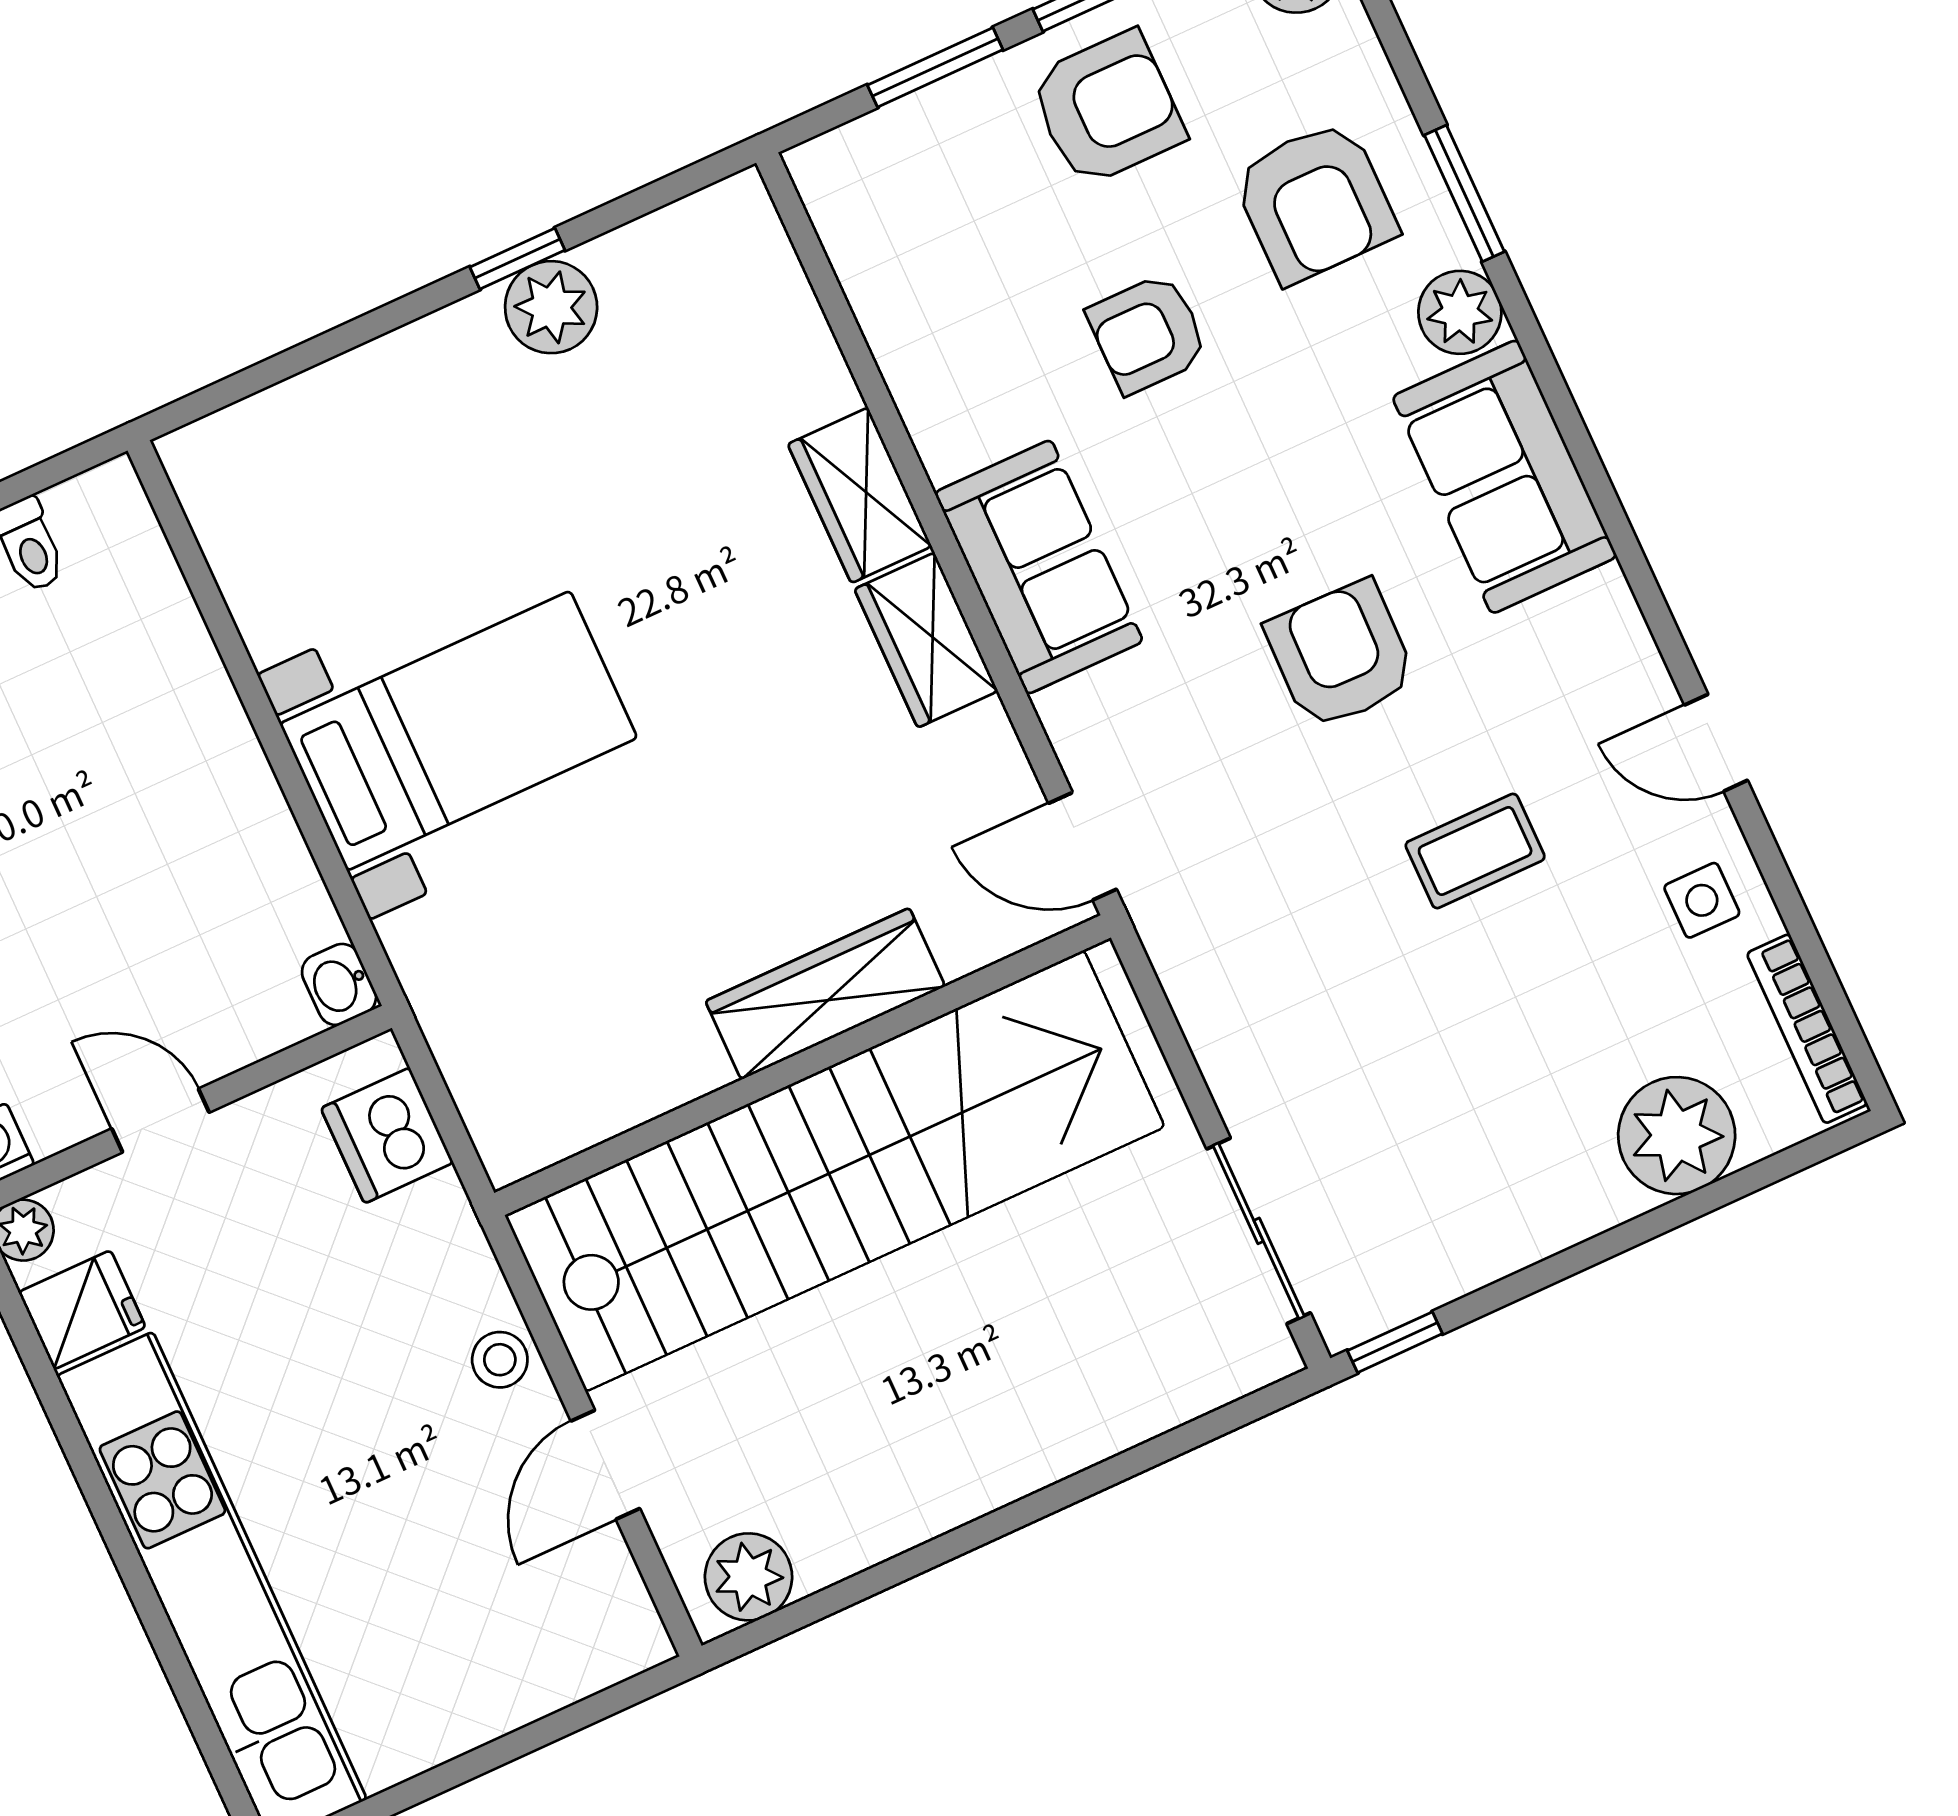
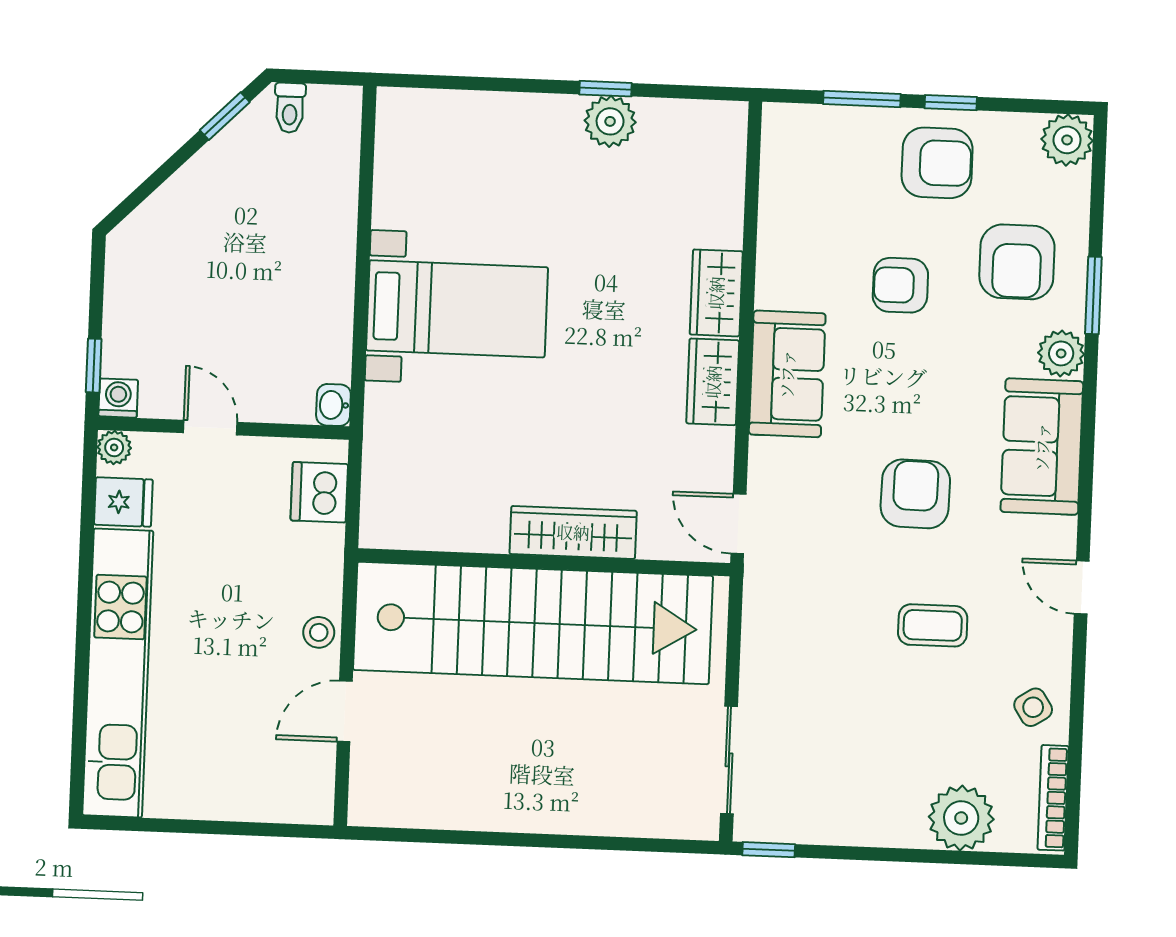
door: (1716, 743) -> (1082, 587), moved
side table: (1702, 900) -> (1033, 707), turned -33
plant: (749, 1577) -> (388, 803), removed

